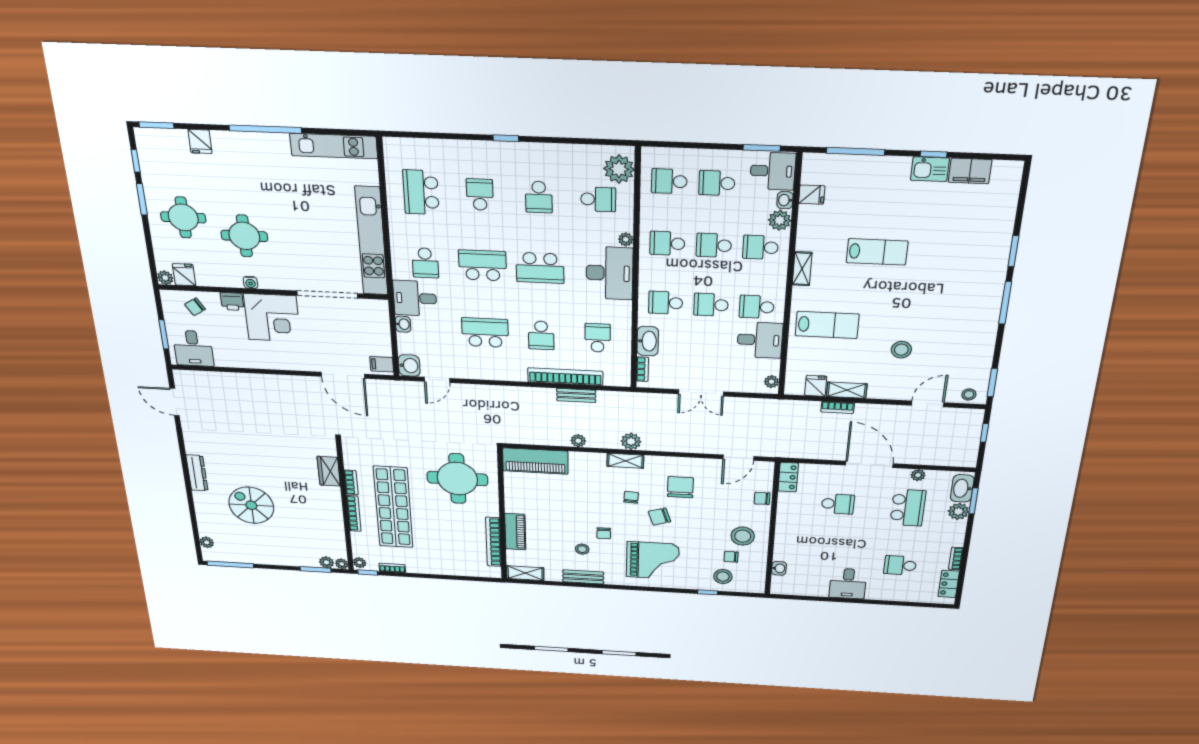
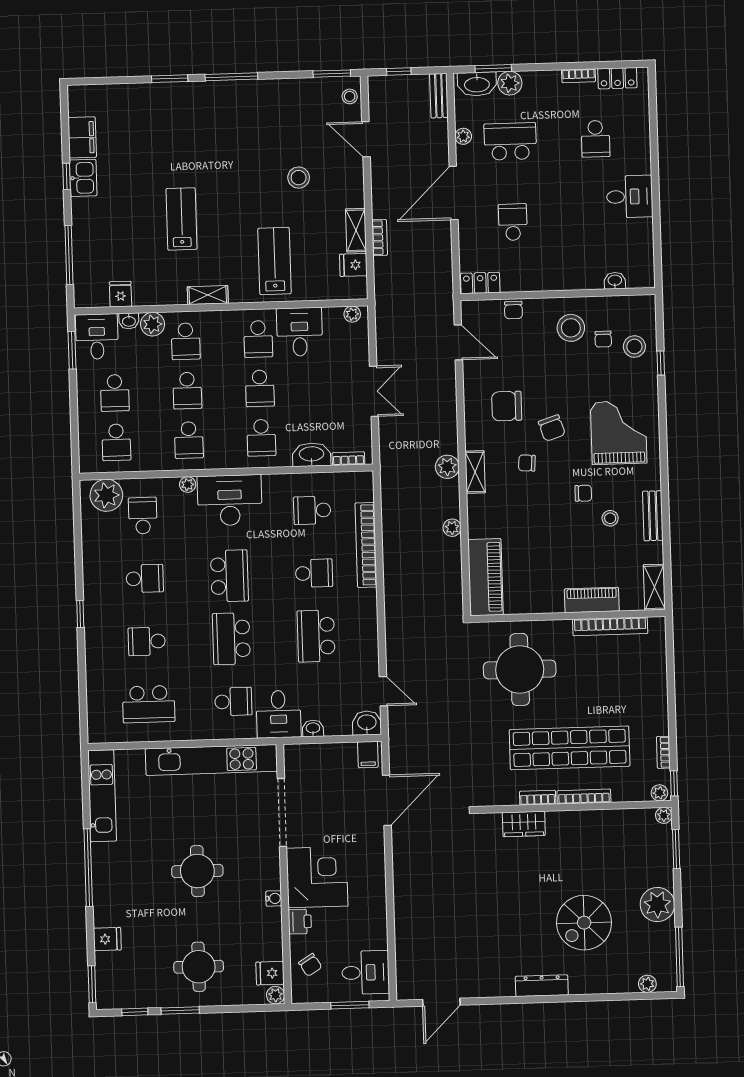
round table: (244, 236) -> (197, 871), moved
bench: (576, 395) -> (439, 96), moved
plant: (327, 562) -> (657, 905), moved, width x1.87, depth x1.87

